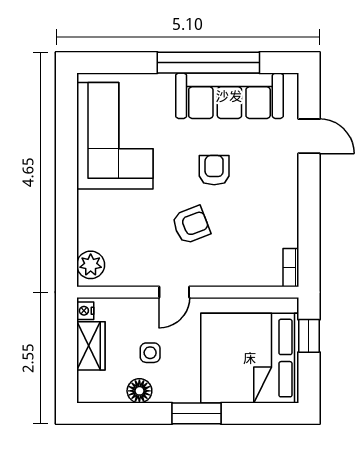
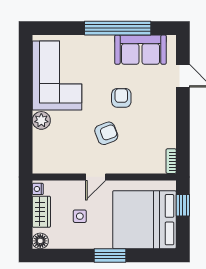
sofa: (229, 96) -> (141, 50), width x0.73
plant: (91, 265) -> (41, 120), moved
floor lamp: (139, 391) -> (40, 241), moved

